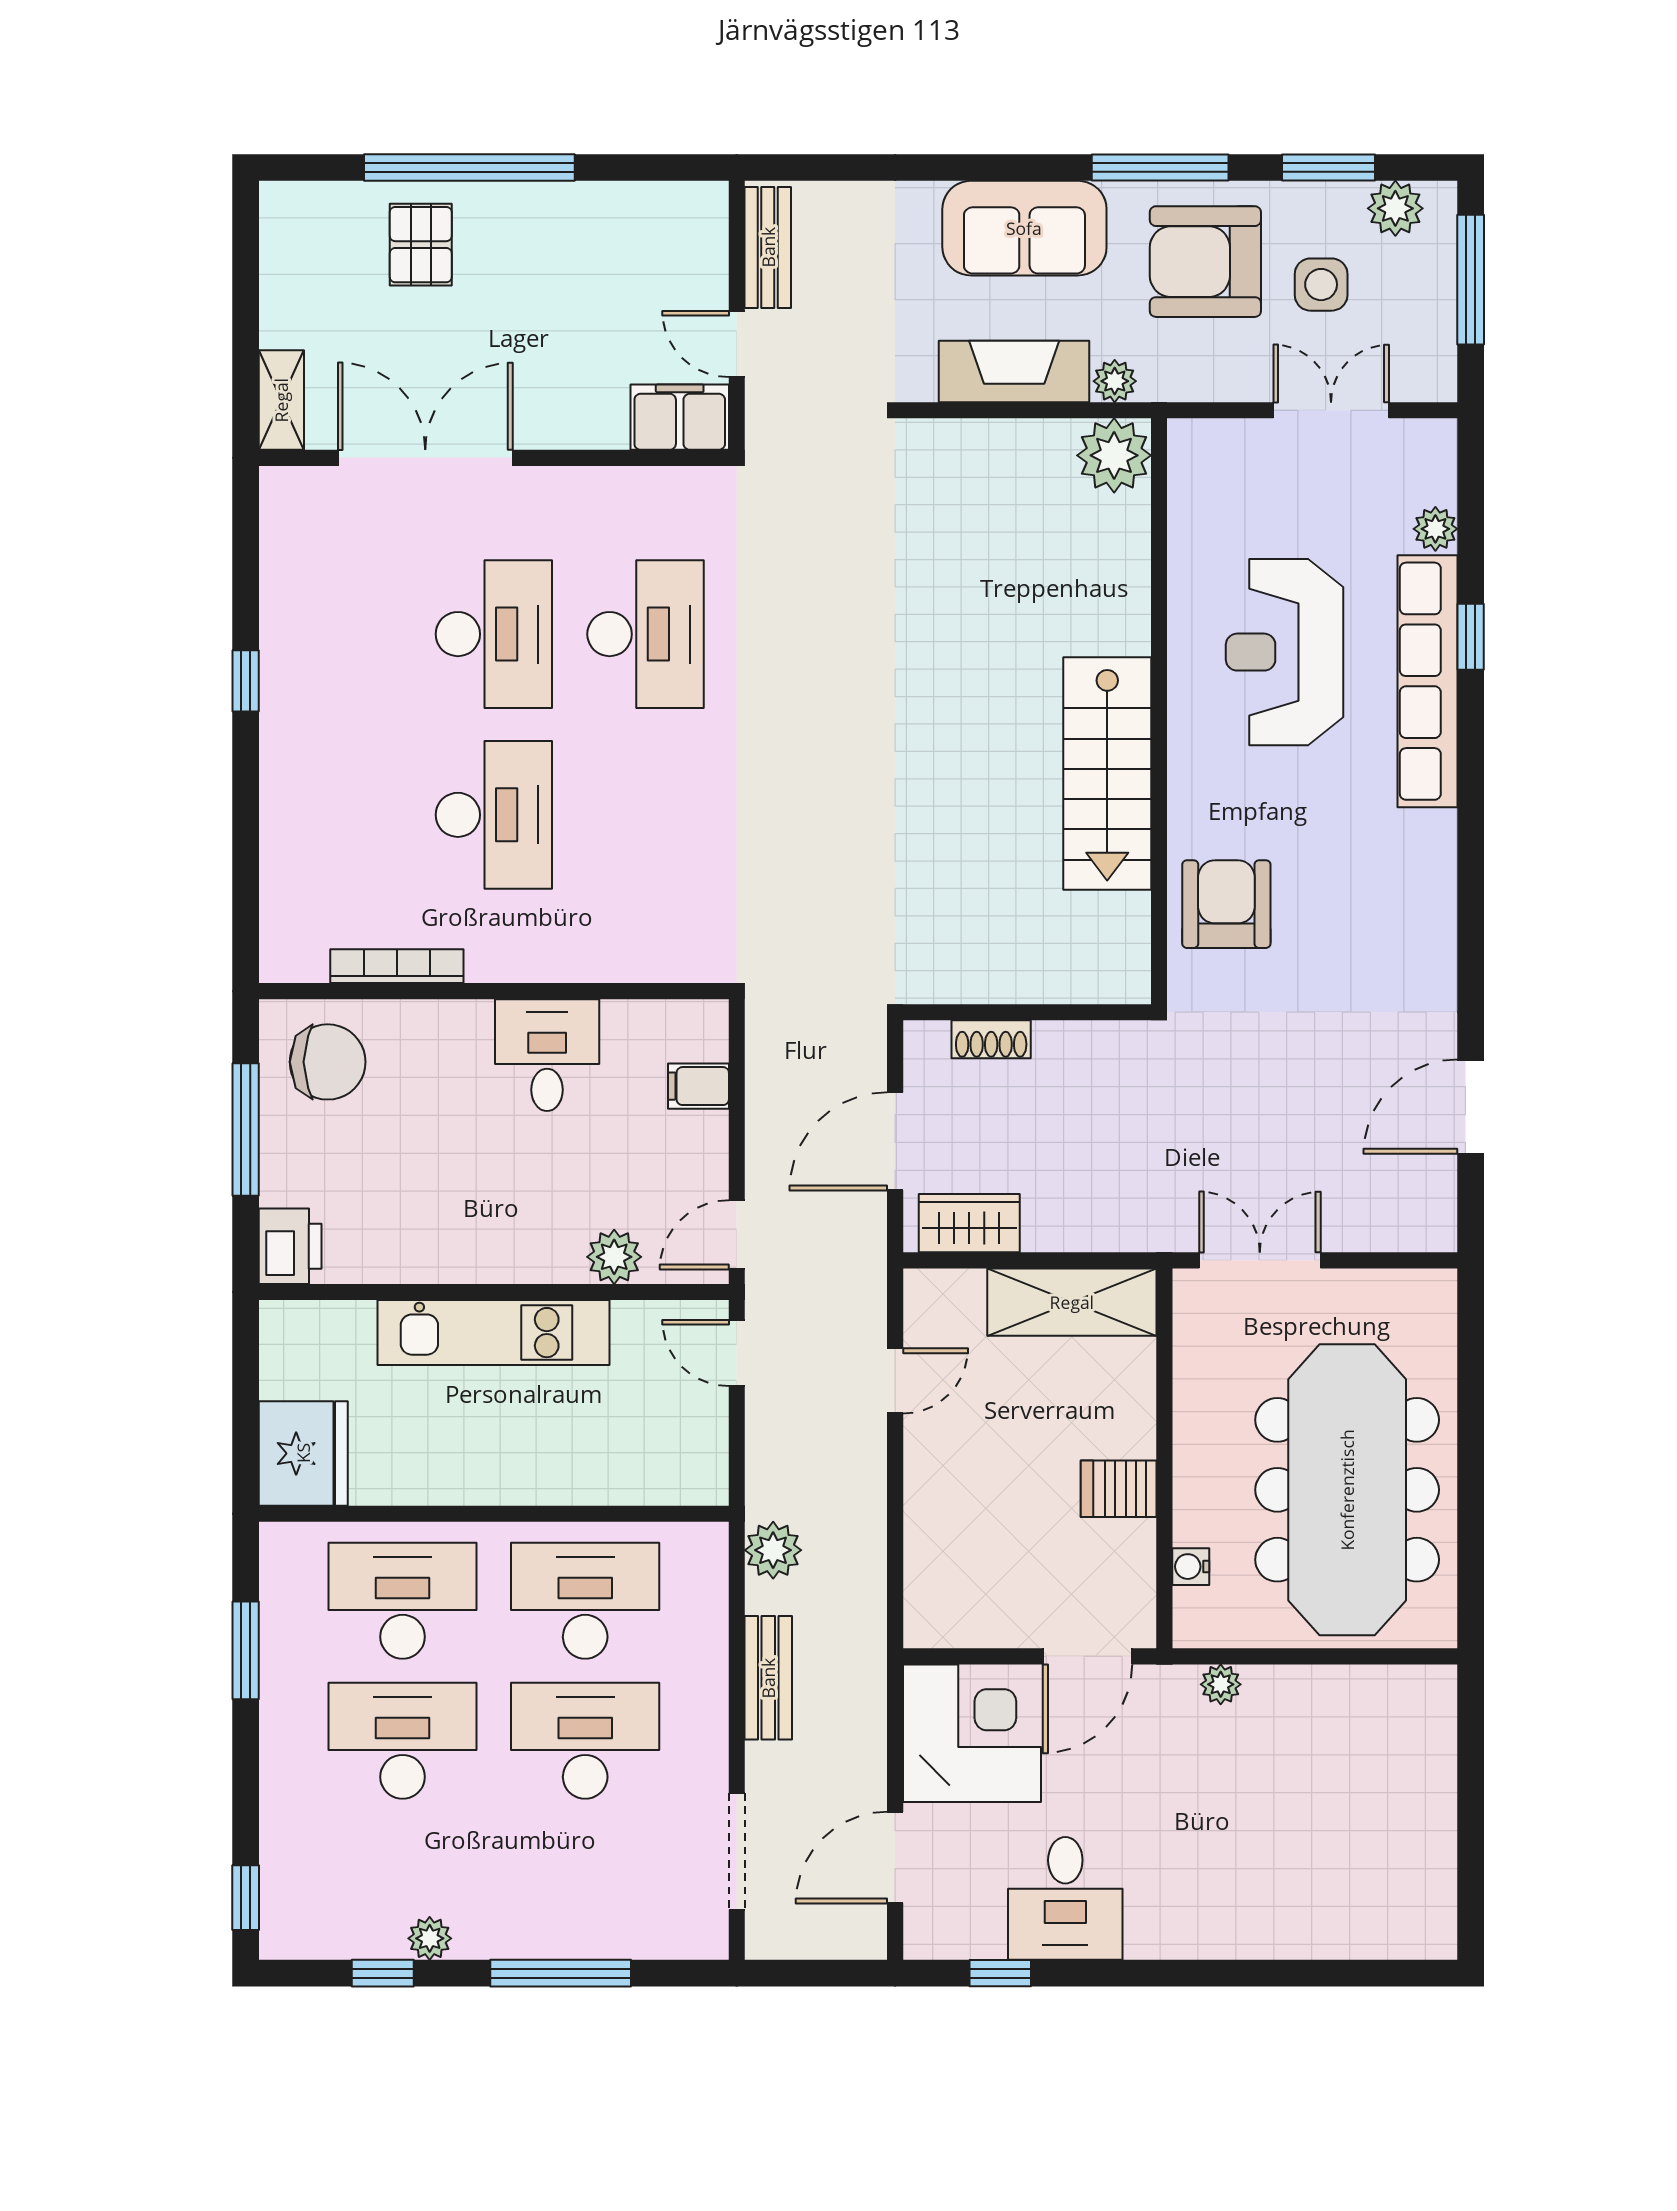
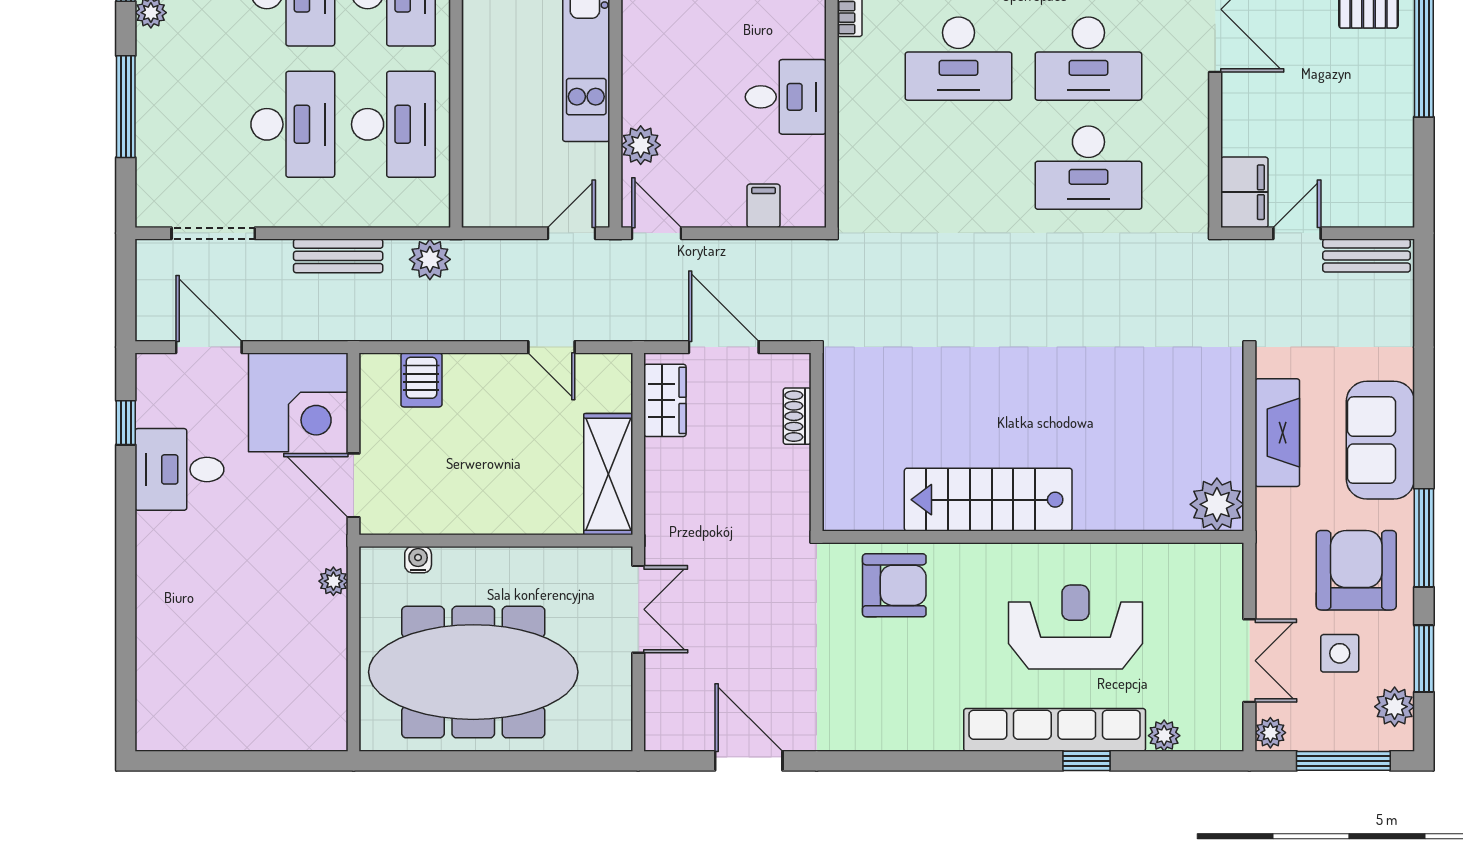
plant: (1115, 381) -> (1270, 733), moved
server rack: (1119, 1489) -> (421, 380), moved, turned 180

